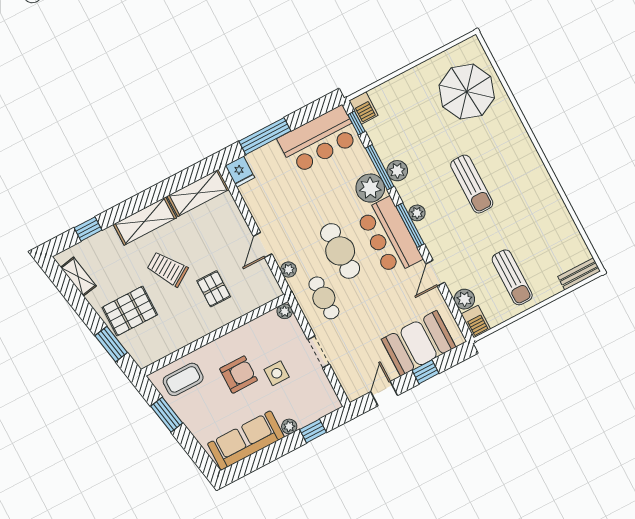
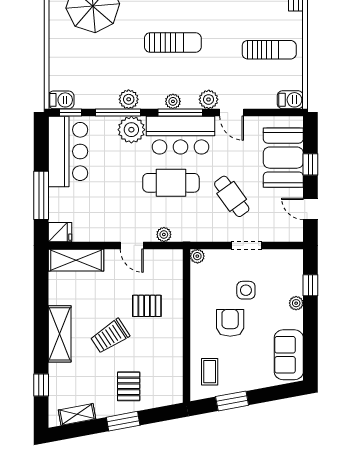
shelving: (198, 193) -> (76, 260), moved, turned 90
cafe table: (324, 298) -> (232, 196), moved, turned 54
plant: (464, 299) -> (209, 99), moved
pallet: (130, 311) -> (129, 386), width x0.67, depth x0.71
window: (111, 344) -> (123, 421), moved
coffee table: (183, 379) -> (210, 372), width x0.73, depth x0.77
sofa: (246, 440) -> (289, 355), width x0.73

